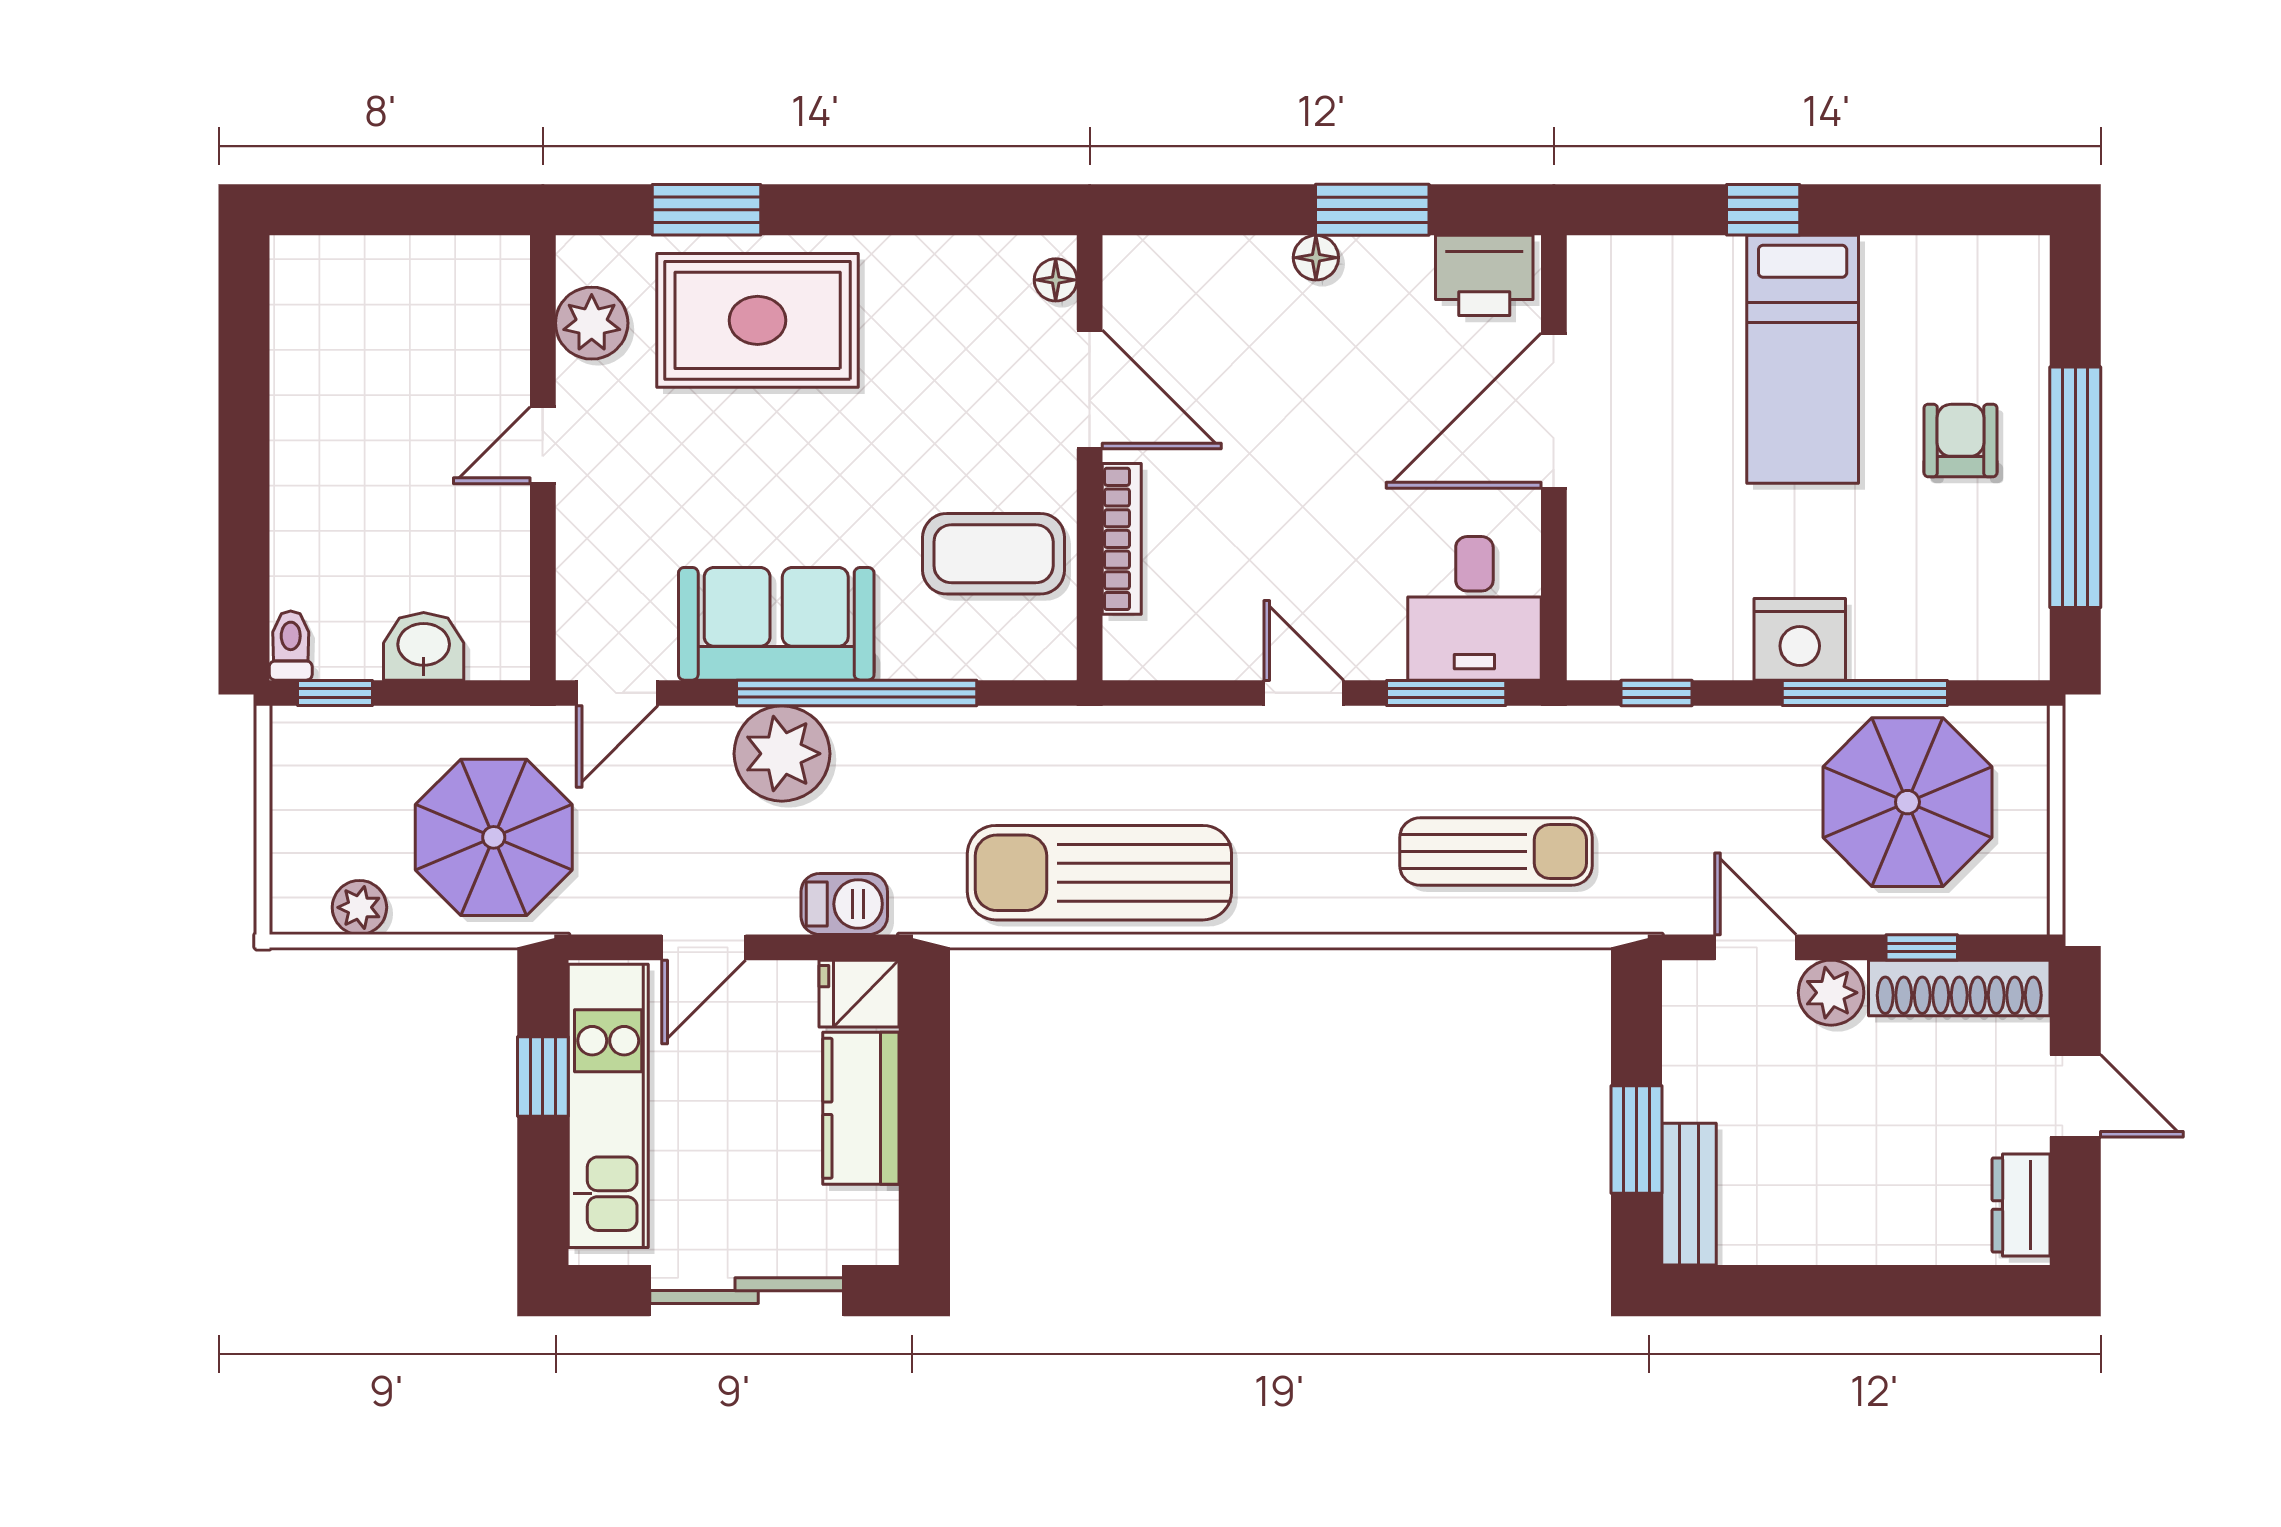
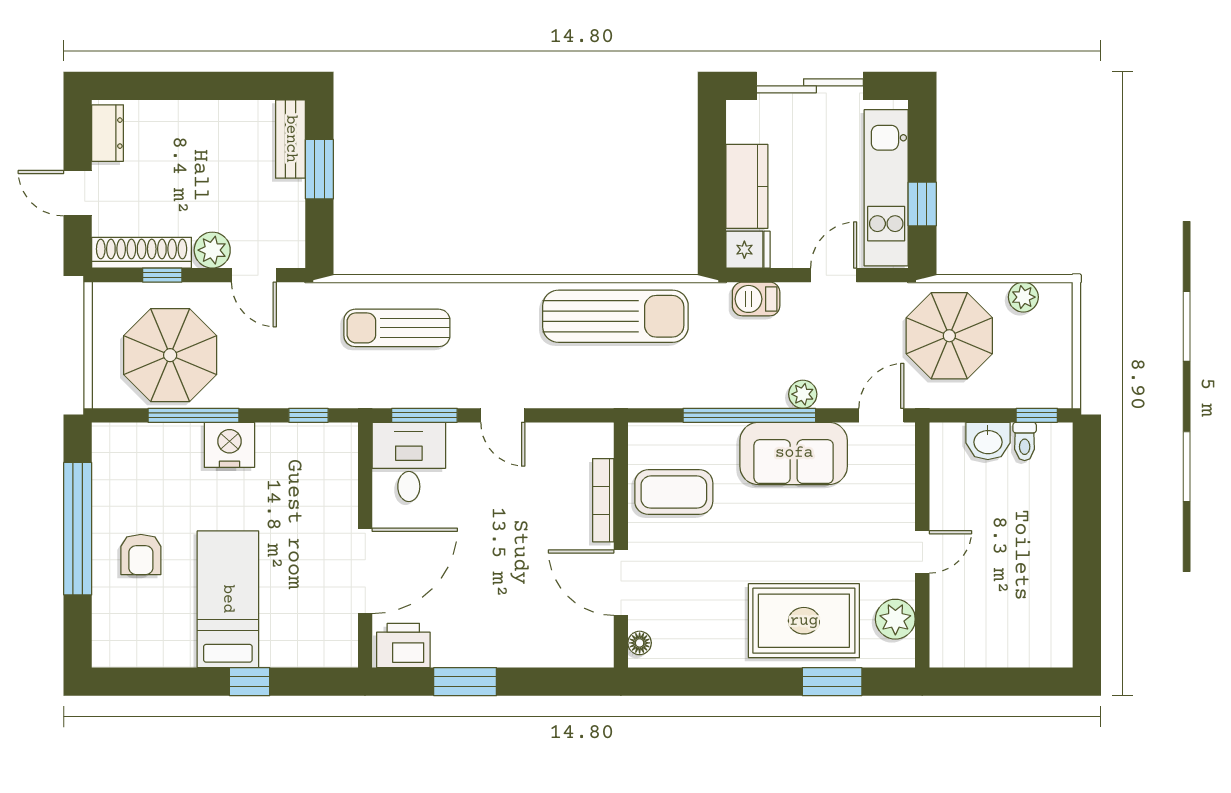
floor lamp: (1316, 258) -> (496, 655), removed
toilet: (291, 646) -> (1025, 441), moved
plant: (782, 754) -> (803, 394), width x0.53, depth x0.53

